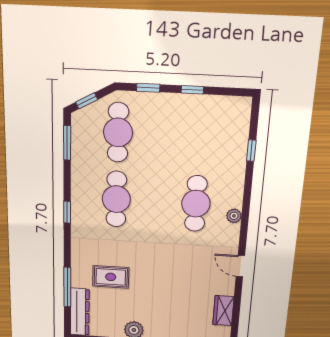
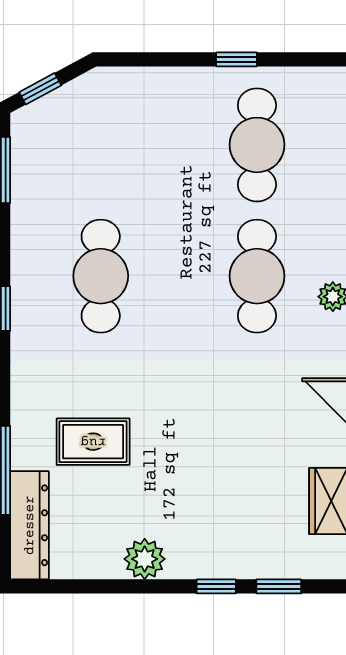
window: (148, 88) -> (155, 59), removed
cafe table: (118, 132) -> (257, 145), moved

